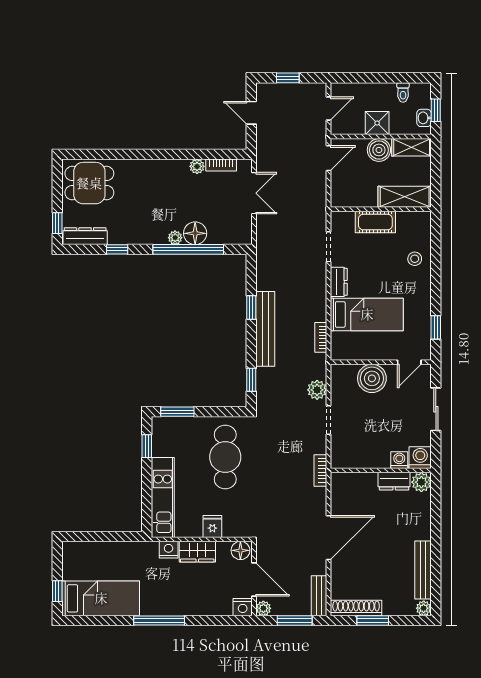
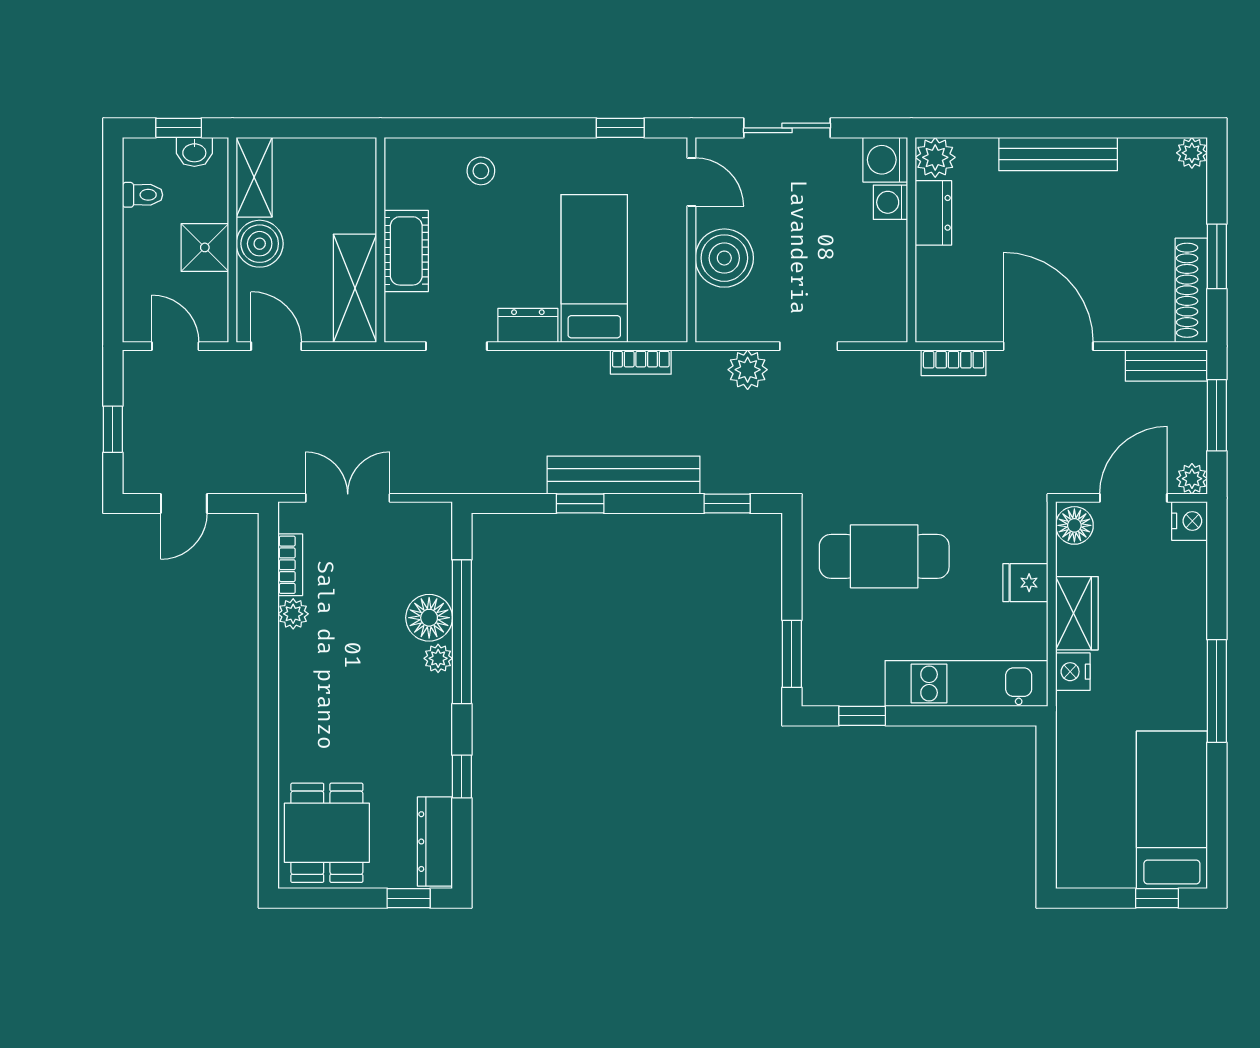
shelving: (405, 197) -> (355, 288), moved
bookcase: (320, 470) -> (954, 363), moved
bench: (423, 570) -> (1058, 154), moved

